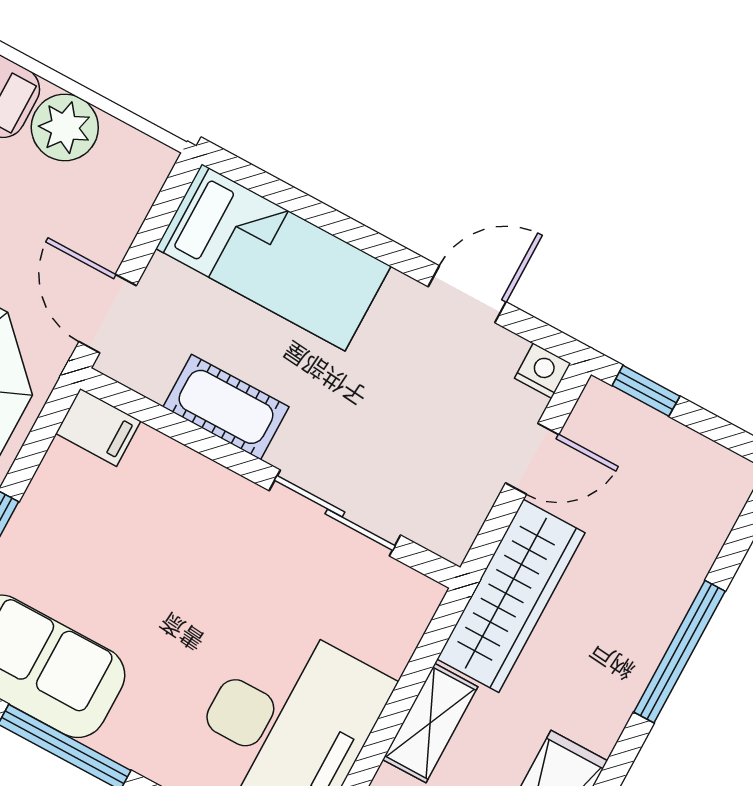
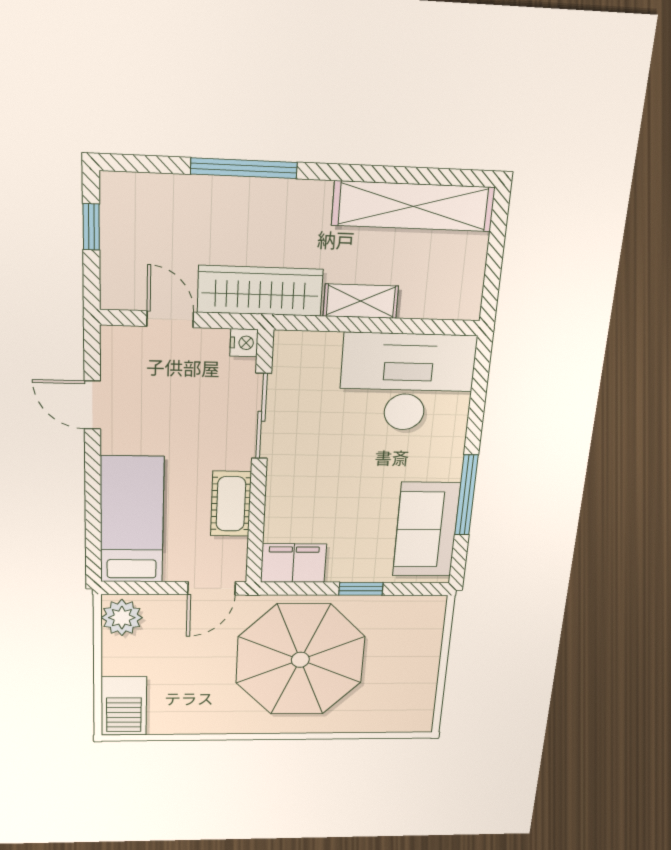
plant: (65, 127) -> (122, 618), moved
nightstand: (543, 371) -> (244, 343), moved, turned 180
window: (646, 391) -> (91, 227), moved
filing cabinet: (98, 427) -> (293, 563), width x2.00

